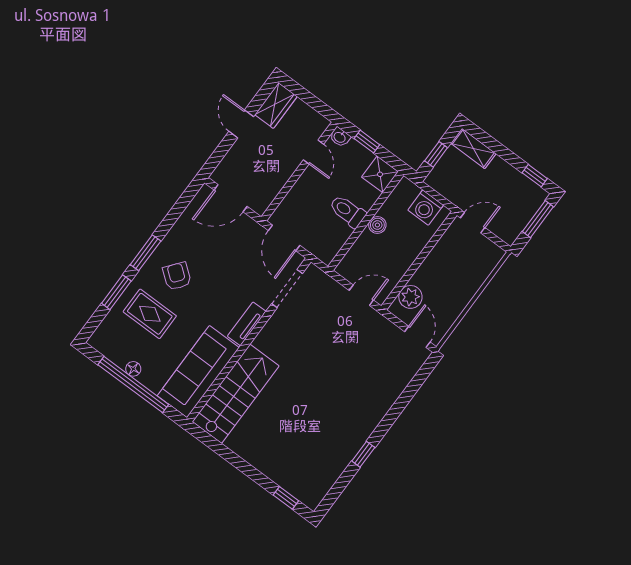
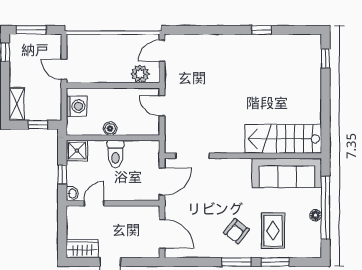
tv unit: (247, 324) -> (234, 165), removed

